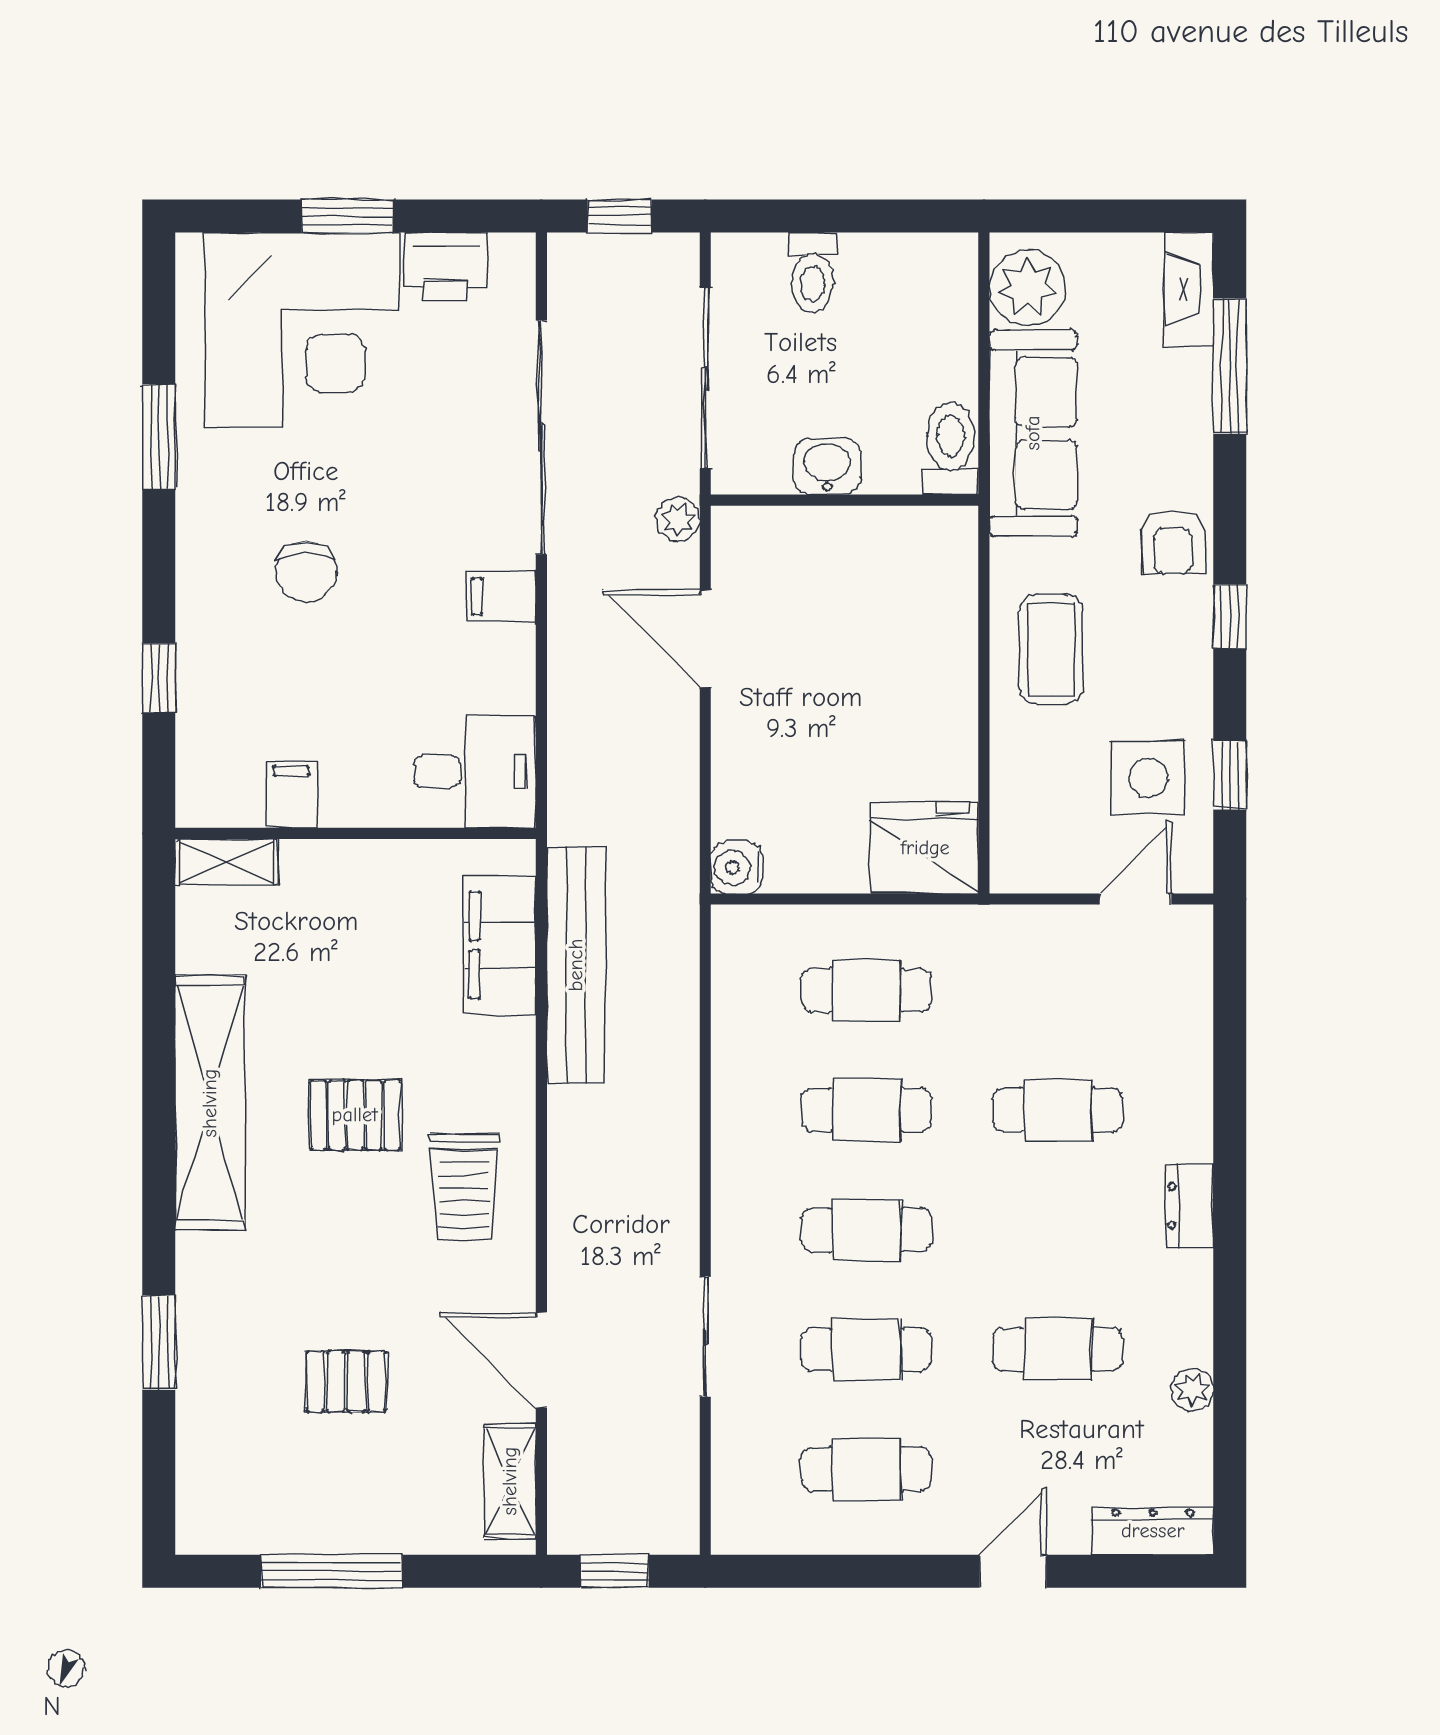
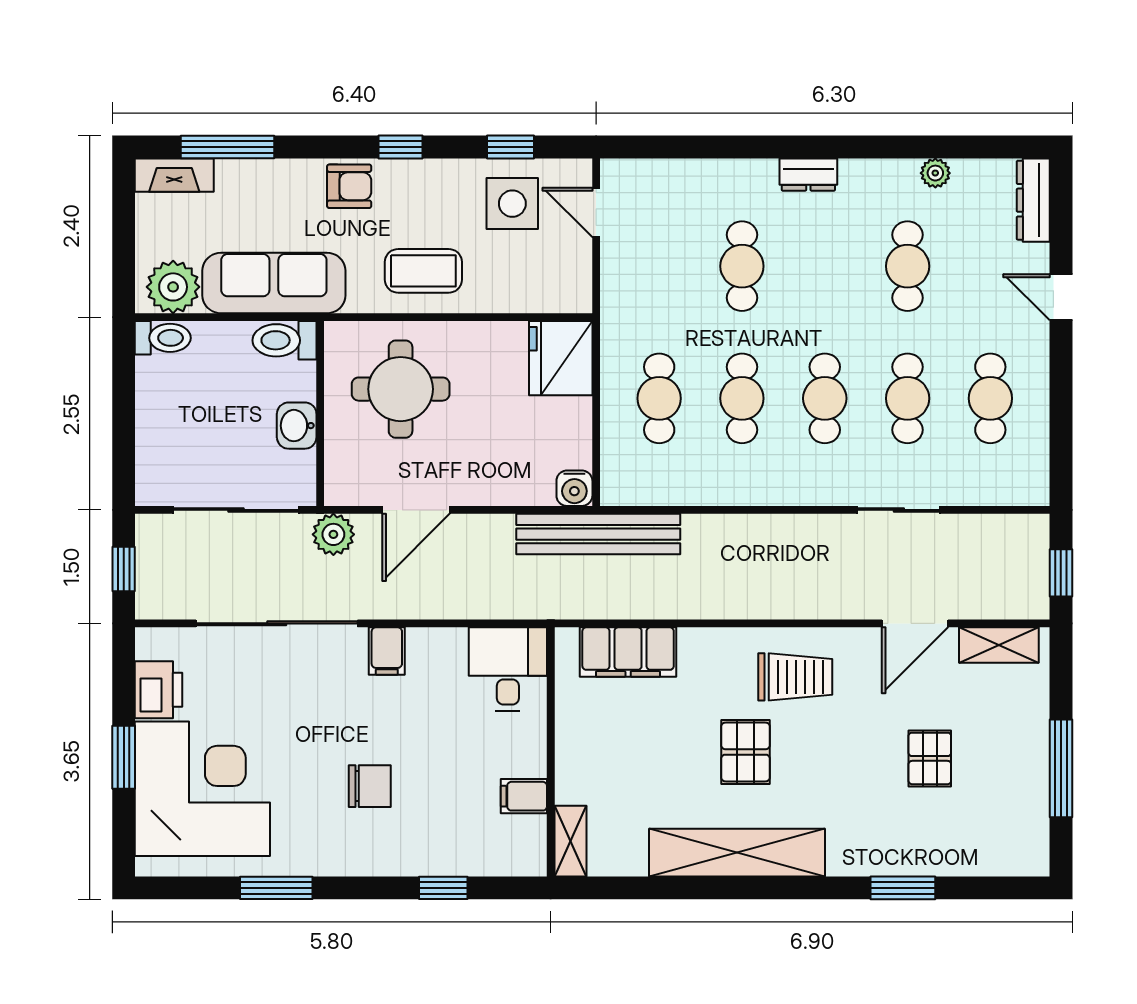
toilet: (813, 273) -> (163, 338), moved
plant: (678, 519) -> (333, 534), width x1.38, depth x1.38
round table: (880, 616) -> (401, 389), added
bench: (576, 965) -> (598, 534), moved

